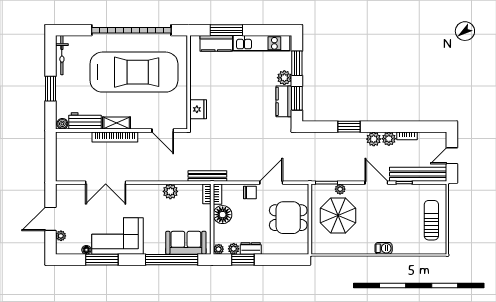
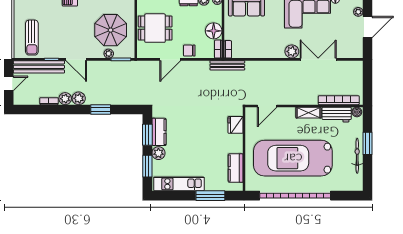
kitchen counter: (216, 43) -> (236, 168), moved, turned -90
bicycle: (62, 55) -> (357, 156), moved
door: (163, 131) -> (267, 106), swing flipped
bookcase: (115, 137) -> (339, 100), moved
plant: (170, 191) -> (292, 51), moved
sun lounger: (431, 220) -> (32, 38), moved

